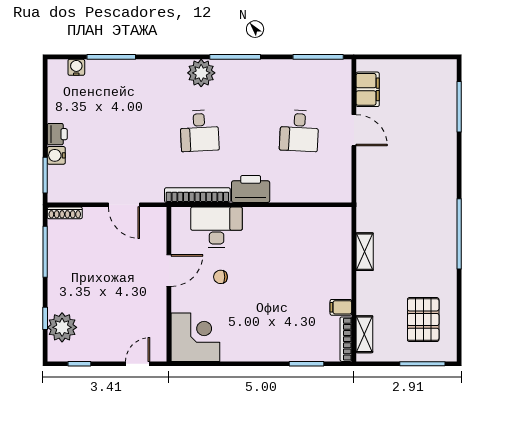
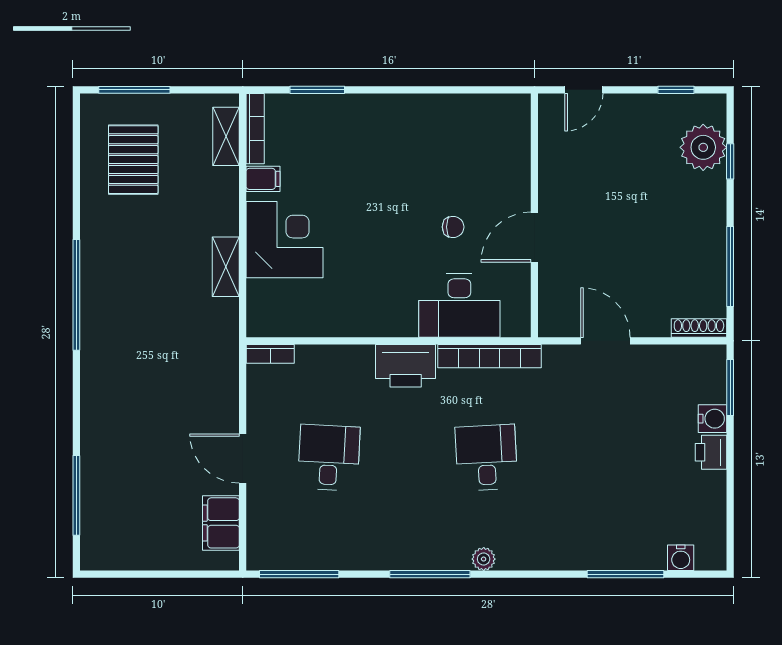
plant: (201, 73) -> (484, 559), width x0.53, depth x0.53
bookcase: (336, 196) -> (270, 354), added
corner desk: (195, 337) -> (284, 240), moved, turned 180

